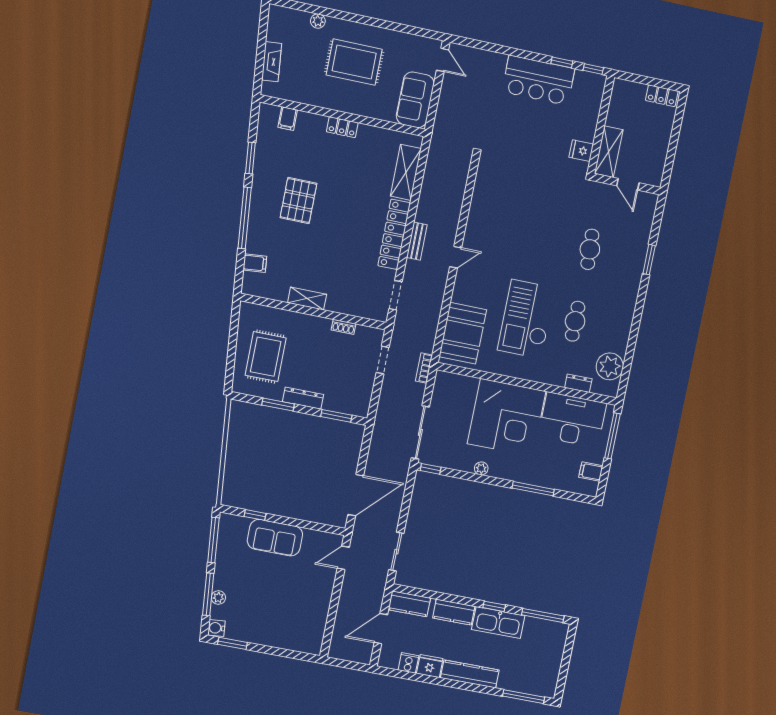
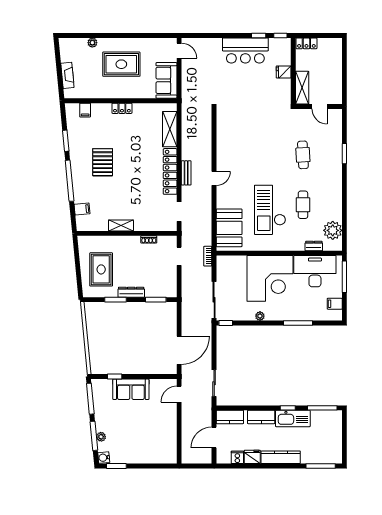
locker: (662, 96) -> (306, 43), moved
fridge: (581, 151) -> (284, 72), moved

